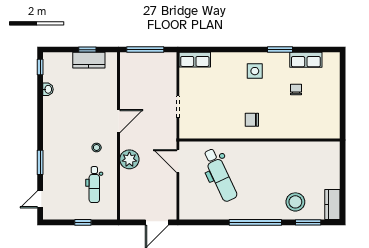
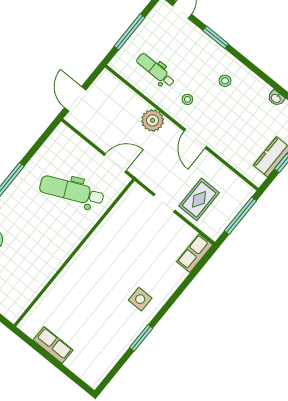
row of seats: (306, 60) -> (53, 345), moved, turned 90
rug: (157, 86) -> (199, 199), added
chair: (296, 89) -> (93, 323), removed
chair: (252, 120) -> (98, 261), removed
stool: (64, 133) -> (225, 81), added
window: (83, 222) -> (130, 32), width x2.17

